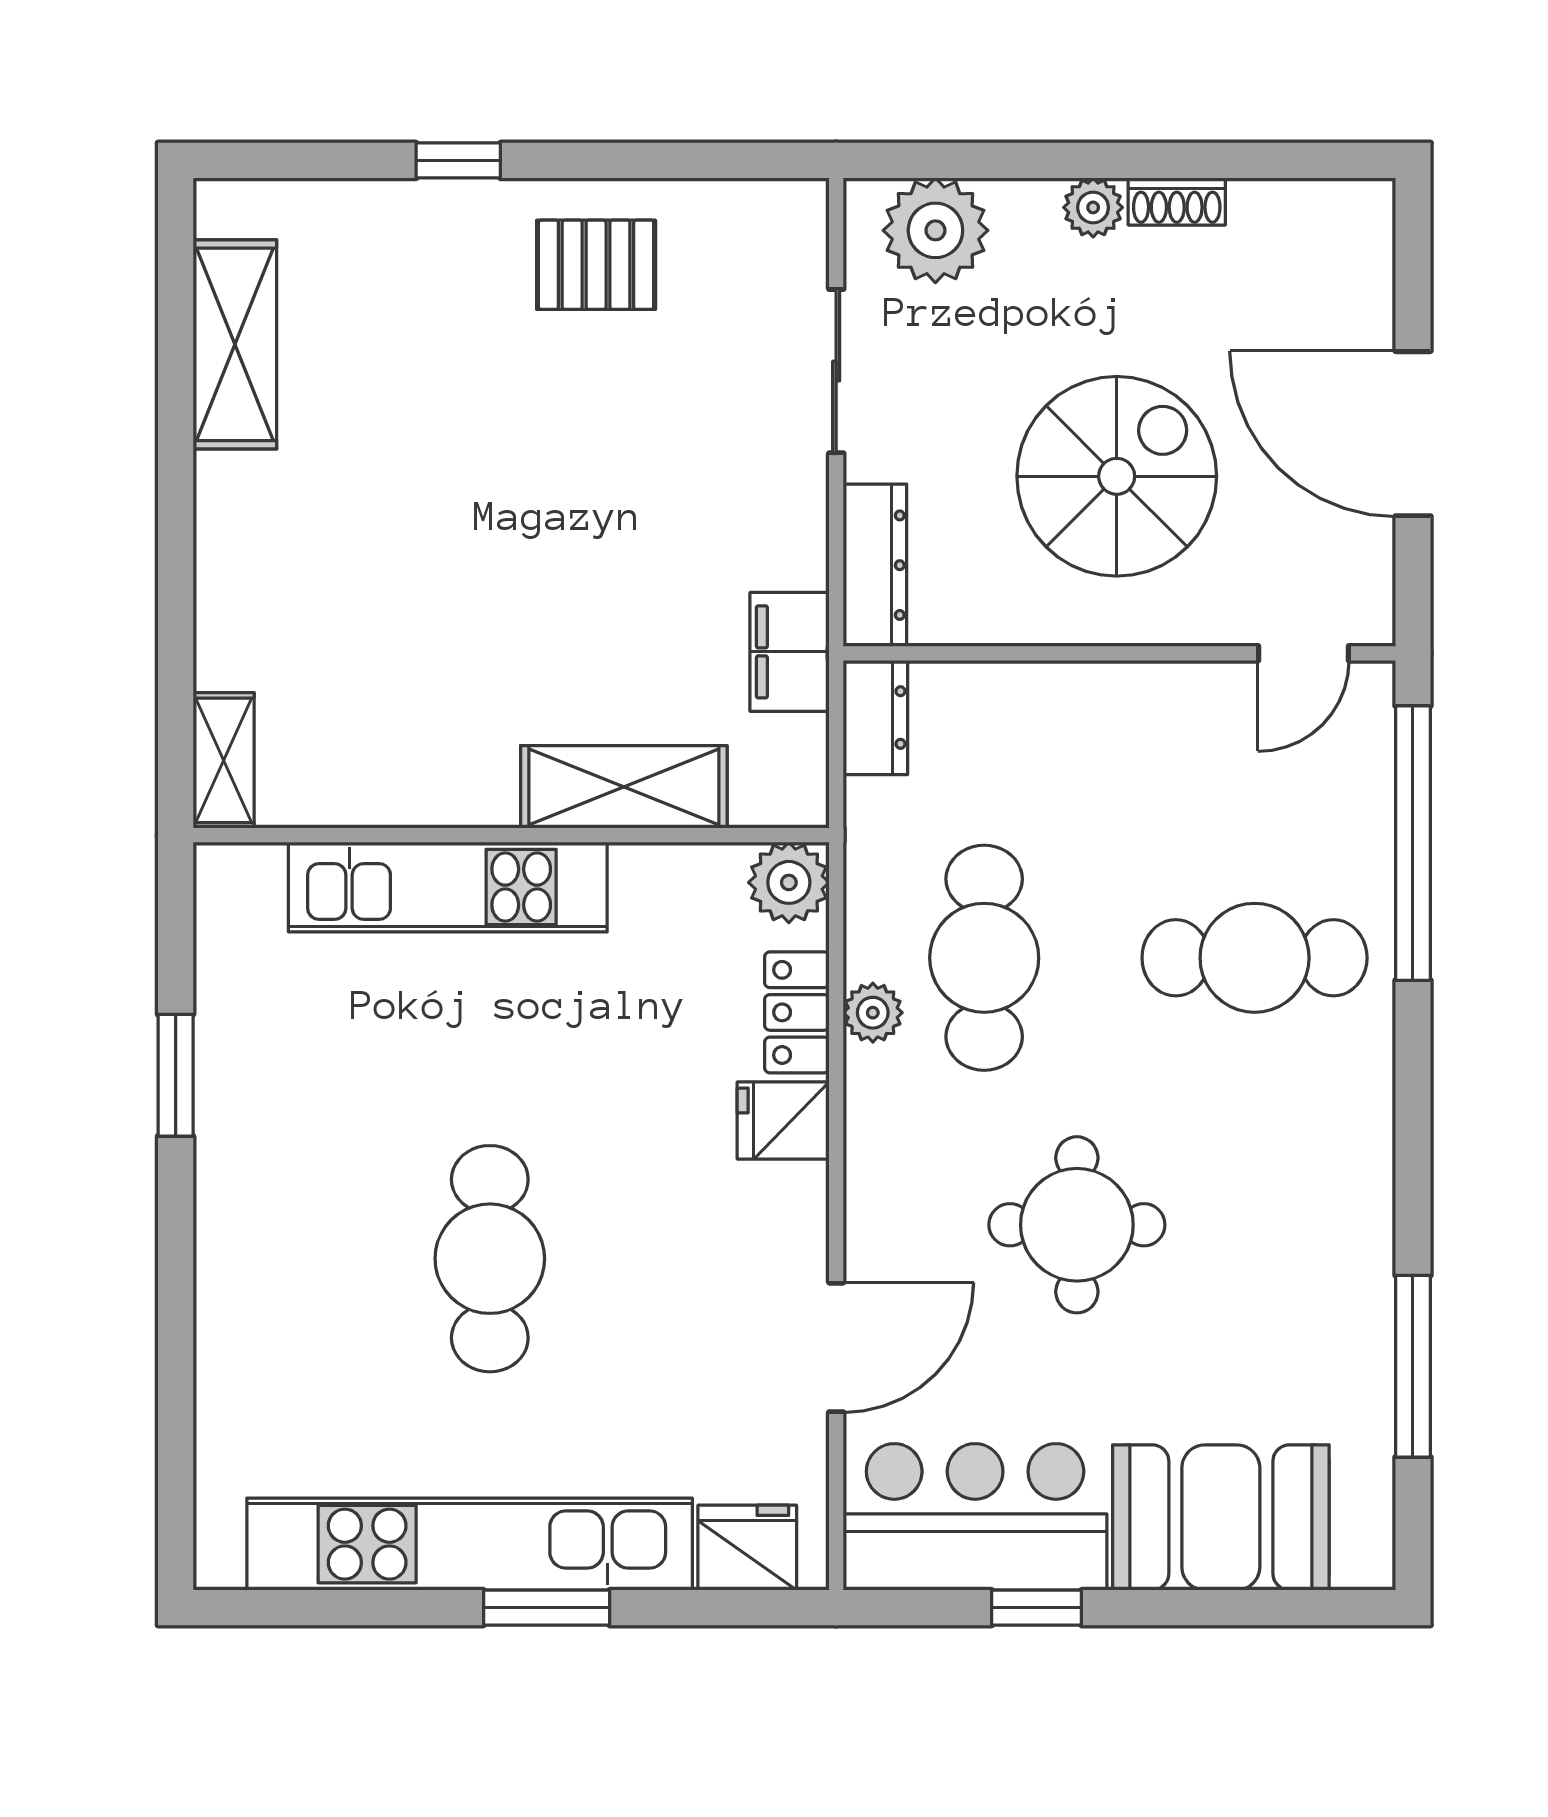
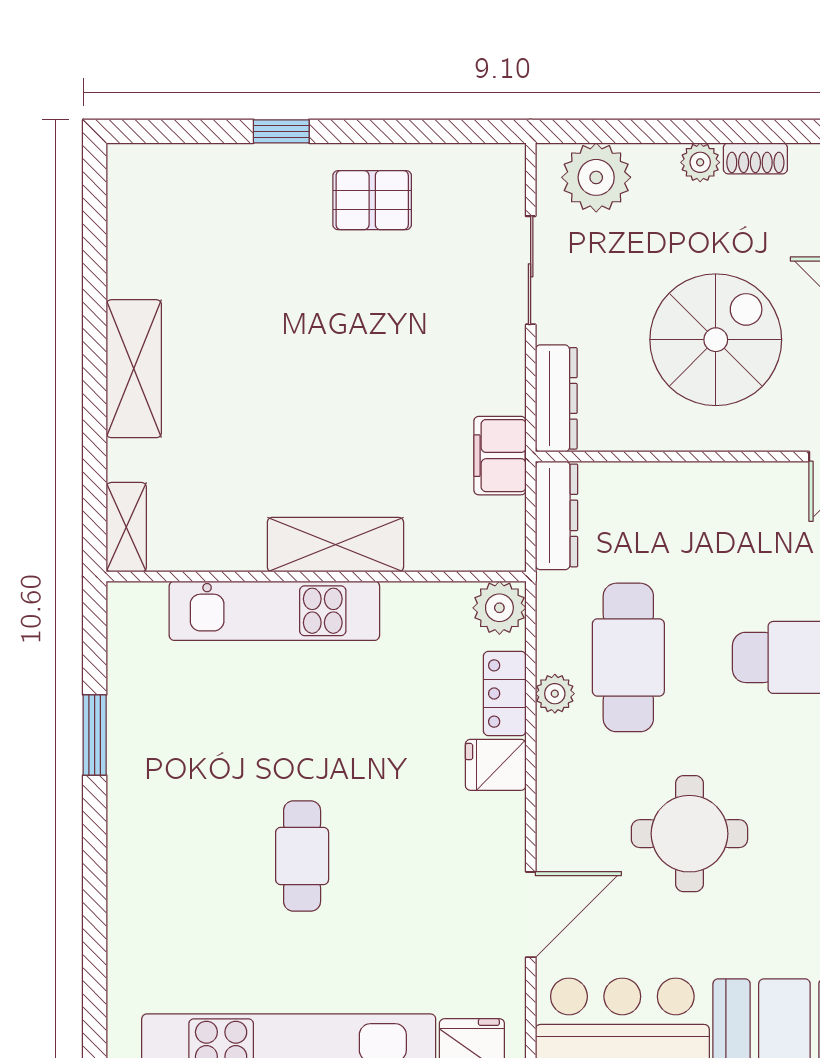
shelving: (235, 344) -> (134, 369), moved
dresser: (875, 718) -> (557, 515), width x1.44
shelving: (624, 787) -> (335, 545), moved
cafe table: (490, 1259) -> (302, 856), width x0.73, depth x0.74

